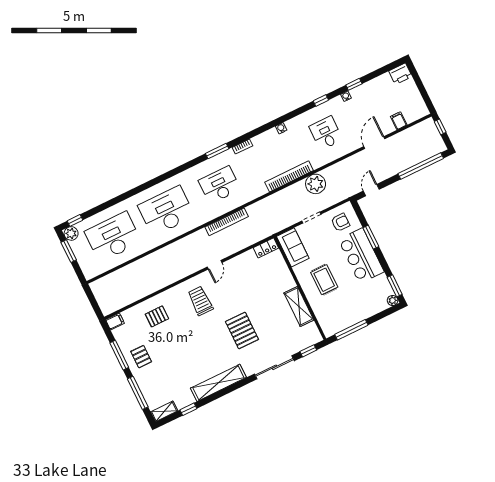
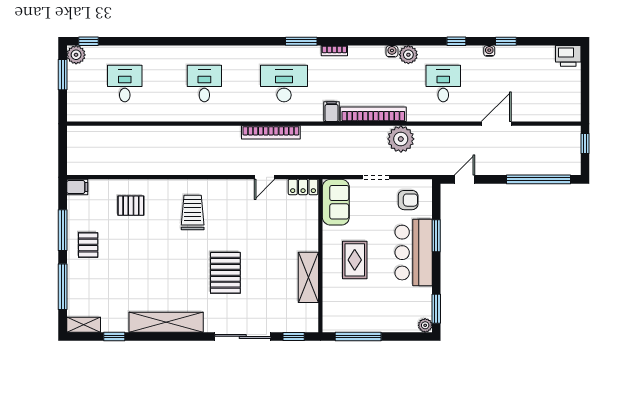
filing cabinet: (399, 121) -> (332, 112), moved
plant: (293, 125) -> (408, 55), added
desk: (166, 211) -> (204, 84), width x0.53, depth x0.77
desk: (113, 237) -> (125, 84), width x0.53, depth x0.77
door: (215, 265) -> (265, 177), moved

